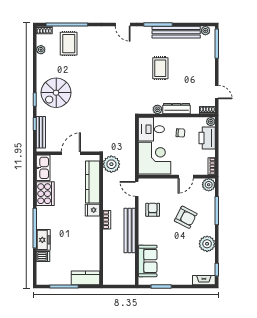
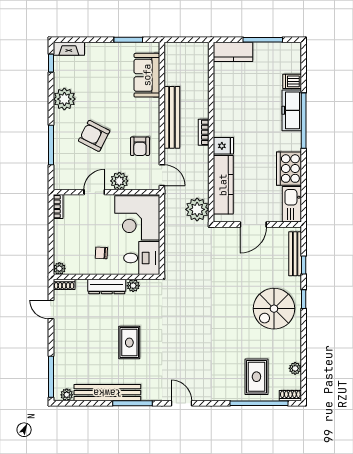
spiral stairs: (56, 93) -> (274, 309), turned 180
printer: (207, 138) -> (64, 246), removed
plant: (209, 185) -> (119, 181), moved
freezer: (43, 240) -> (292, 110), width x1.40

